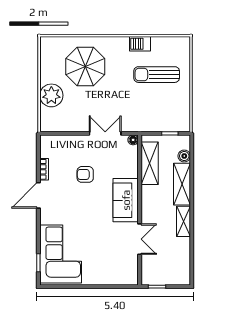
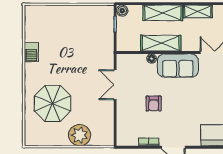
sun lounger: (157, 75) -> (60, 37), removed
floor lamp: (133, 140) -> (152, 59), moved
boiler: (184, 156) -> (122, 11), moved
shelving: (150, 163) -> (161, 43), moved

